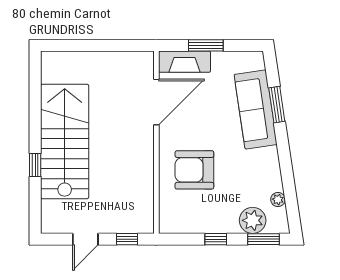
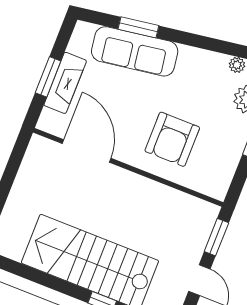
fireplace: (185, 62) -> (65, 83), moved
window: (127, 239) -> (216, 237), width x1.50

